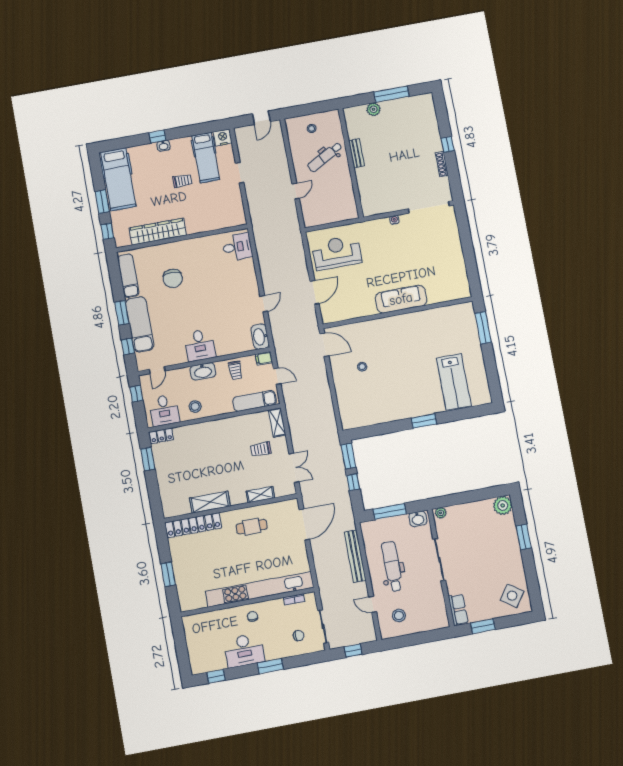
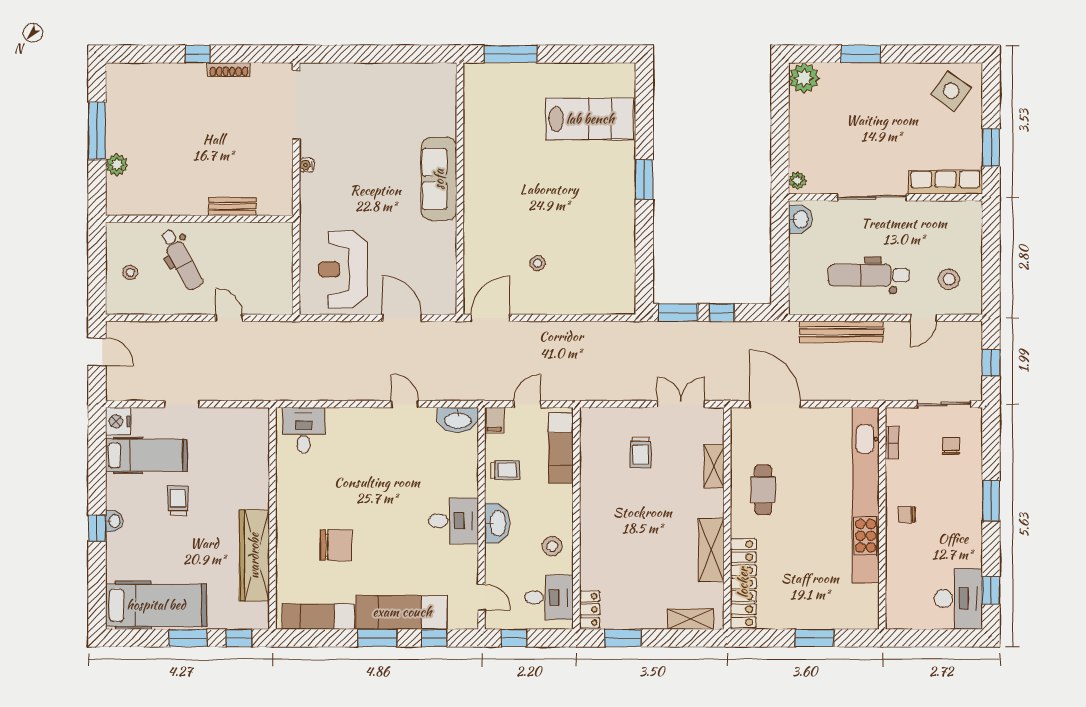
bench: (356, 153) -> (232, 207), moved
shelving: (277, 422) -> (690, 619), moved
window: (390, 511) -> (780, 263), removed
row of seats: (458, 610) -> (945, 182), width x1.48
desk: (244, 650) -> (958, 599), moved

